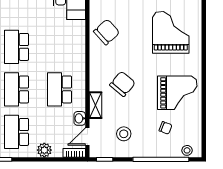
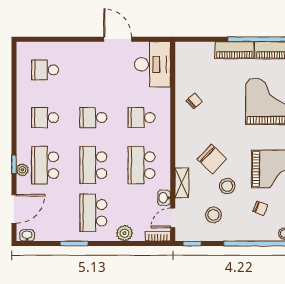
chair: (107, 32) -> (194, 101), width x0.54, depth x0.54
school desk: (17, 47) -> (93, 118), width x0.54
school desk: (60, 47) -> (142, 118), added
chair: (122, 84) -> (212, 159), turned 94
stool: (136, 108) -> (227, 186), added

